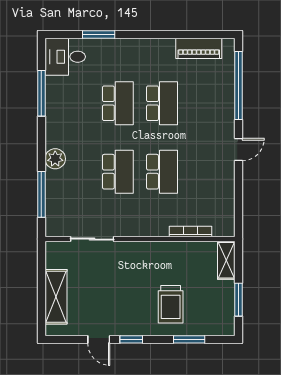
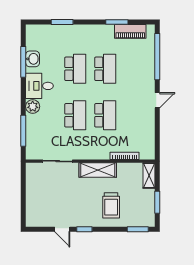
window: (179, 34) -> (117, 22), added
desk: (65, 57) -> (39, 86), moved
washbasin: (55, 89) -> (33, 59), added
shelving: (56, 297) -> (98, 170), moved, turned 90
window: (189, 339) -> (138, 229), moved

